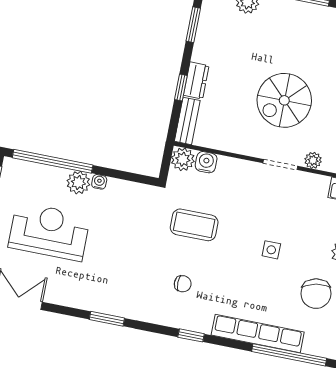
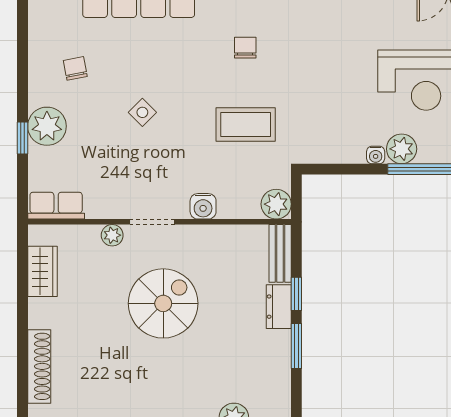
window: (193, 25) -> (296, 346), moved
water cooler: (206, 162) -> (203, 206), moved
side table: (271, 250) -> (142, 112), turned 45
chair: (183, 284) -> (245, 48), turned 90
chair: (316, 294) -> (75, 68), width x0.54, depth x0.54

